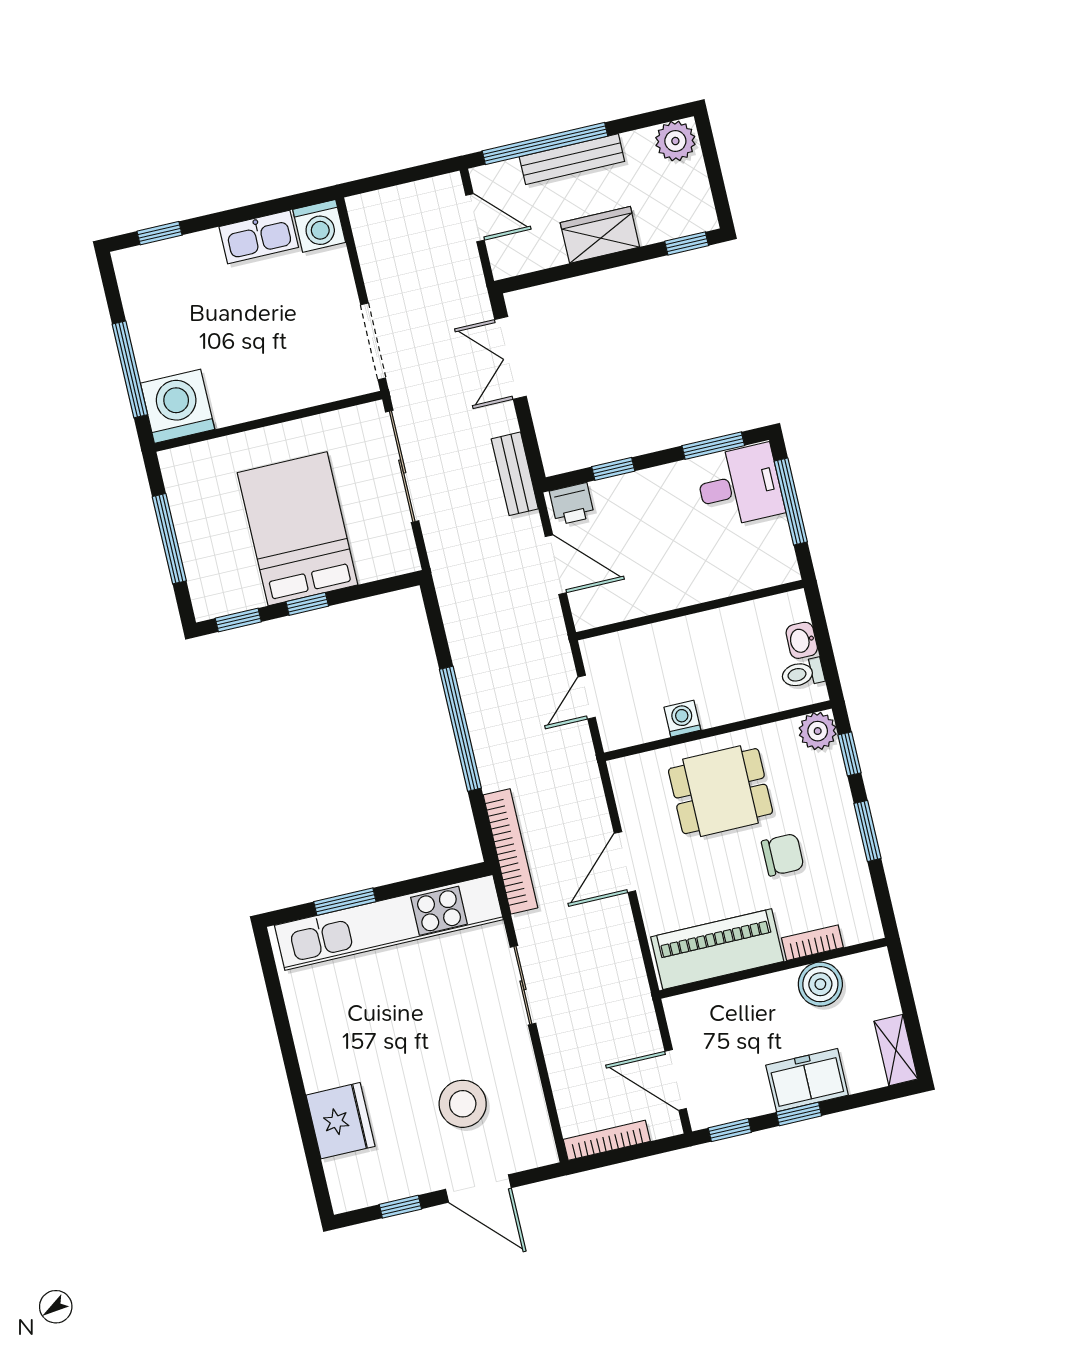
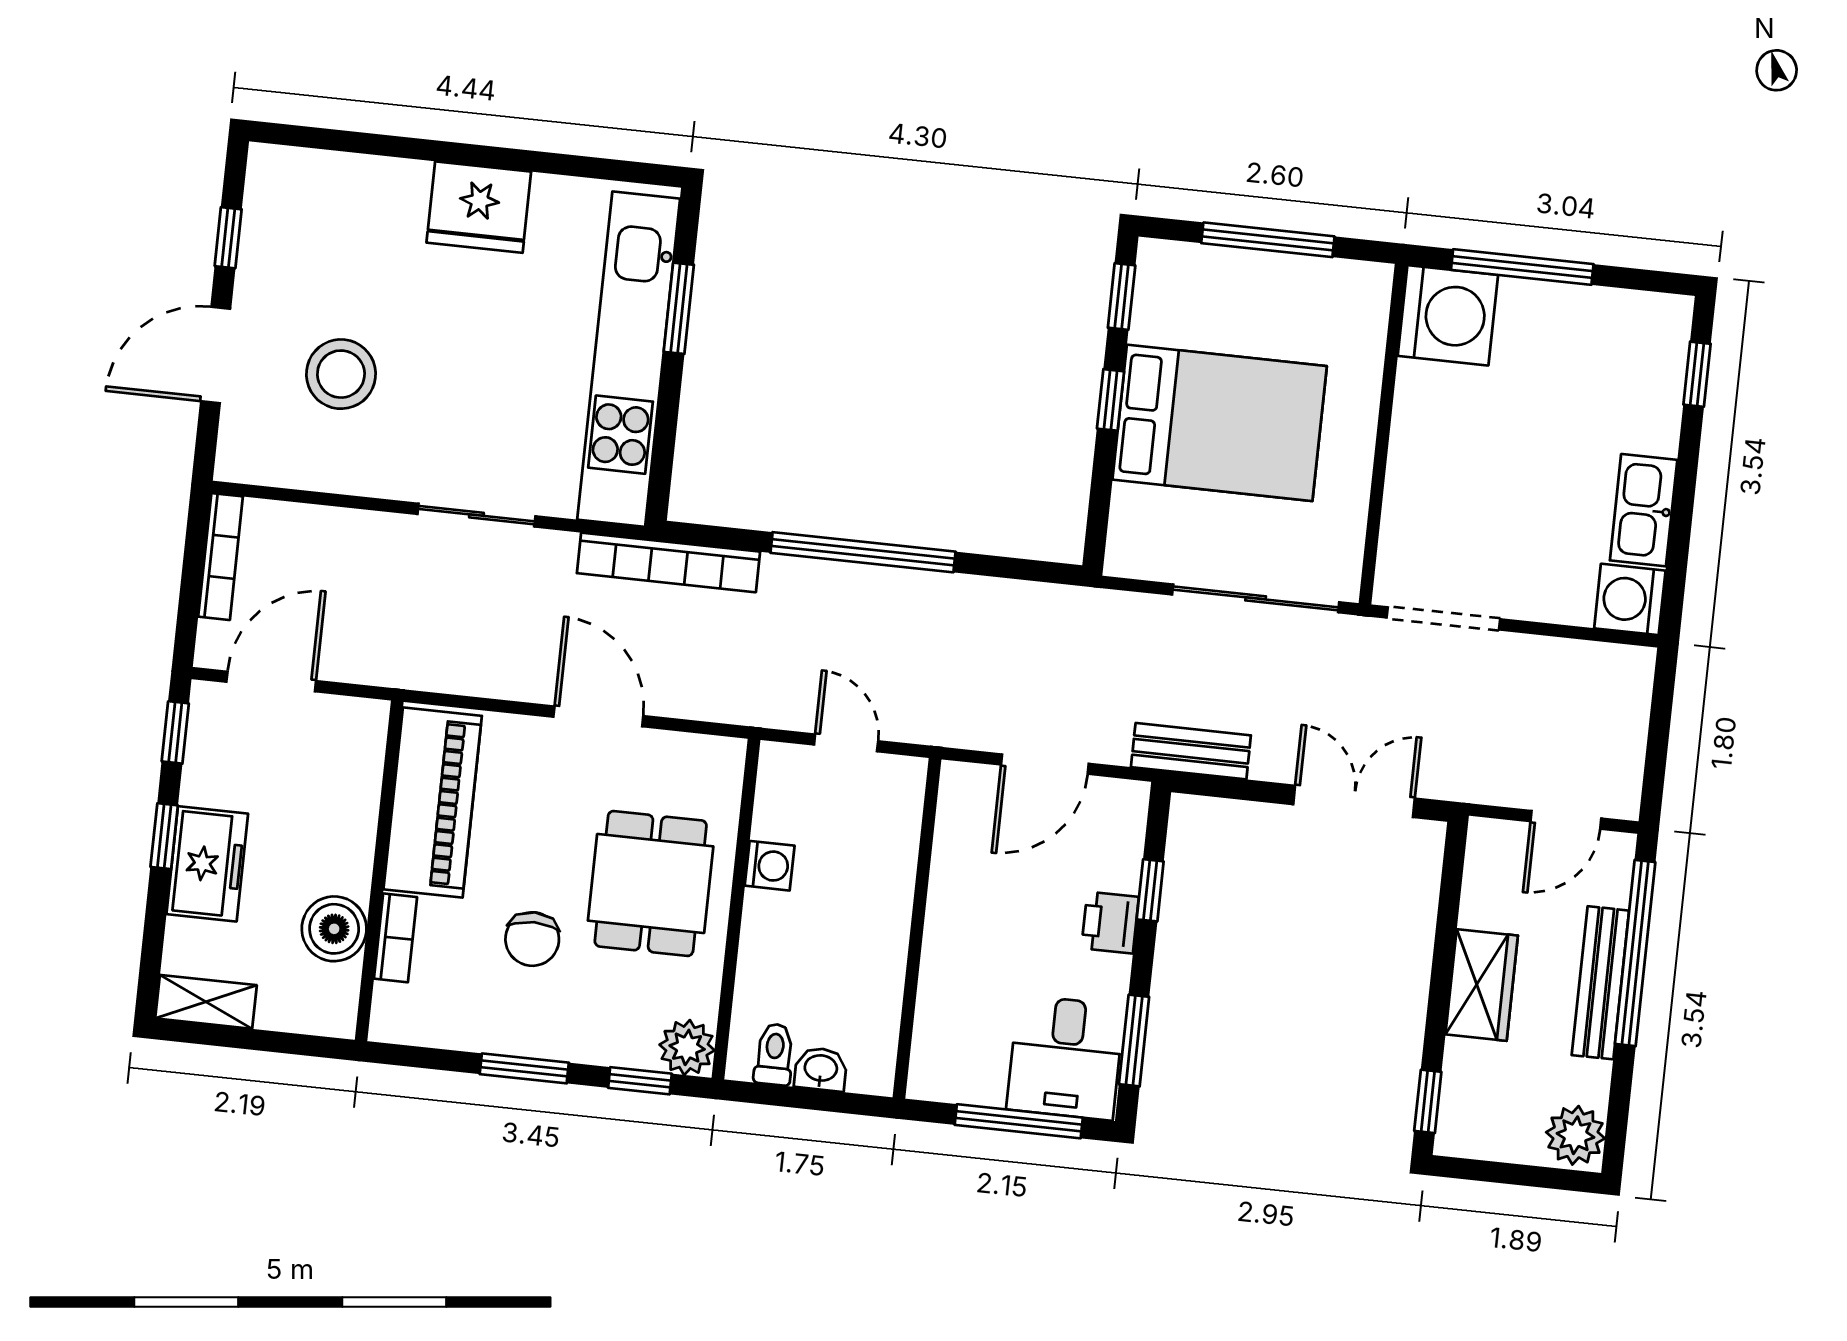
printer: (572, 504) -> (1110, 923), moved
fridge: (340, 1121) -> (479, 207), moved

